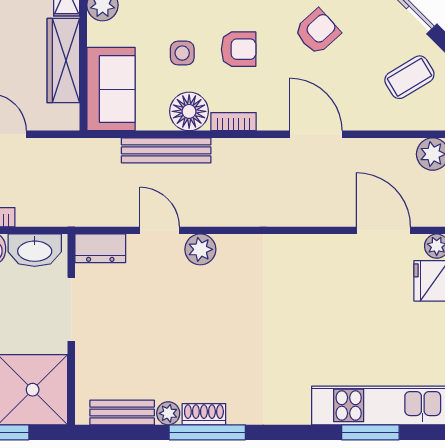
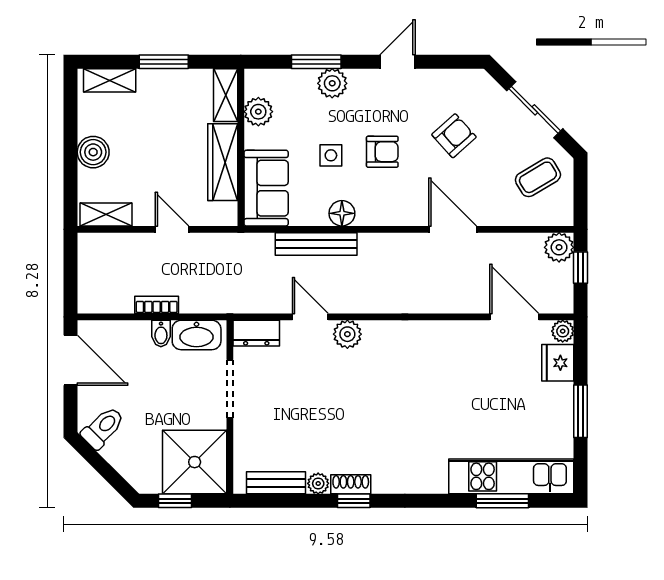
floor lamp: (189, 111) -> (342, 213), width x0.73, depth x0.73
bookcase: (233, 122) -> (378, 218), removed
window: (207, 432) -> (354, 501), width x0.46

